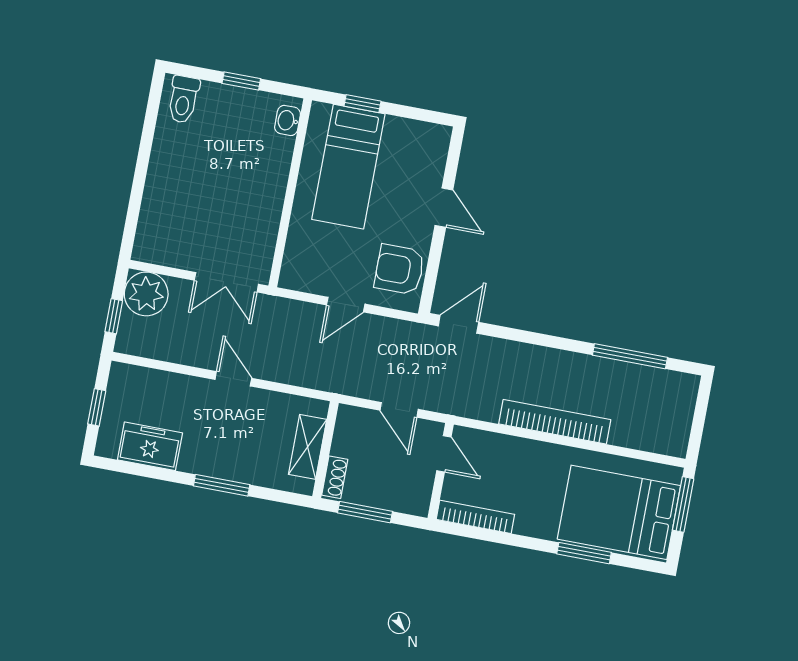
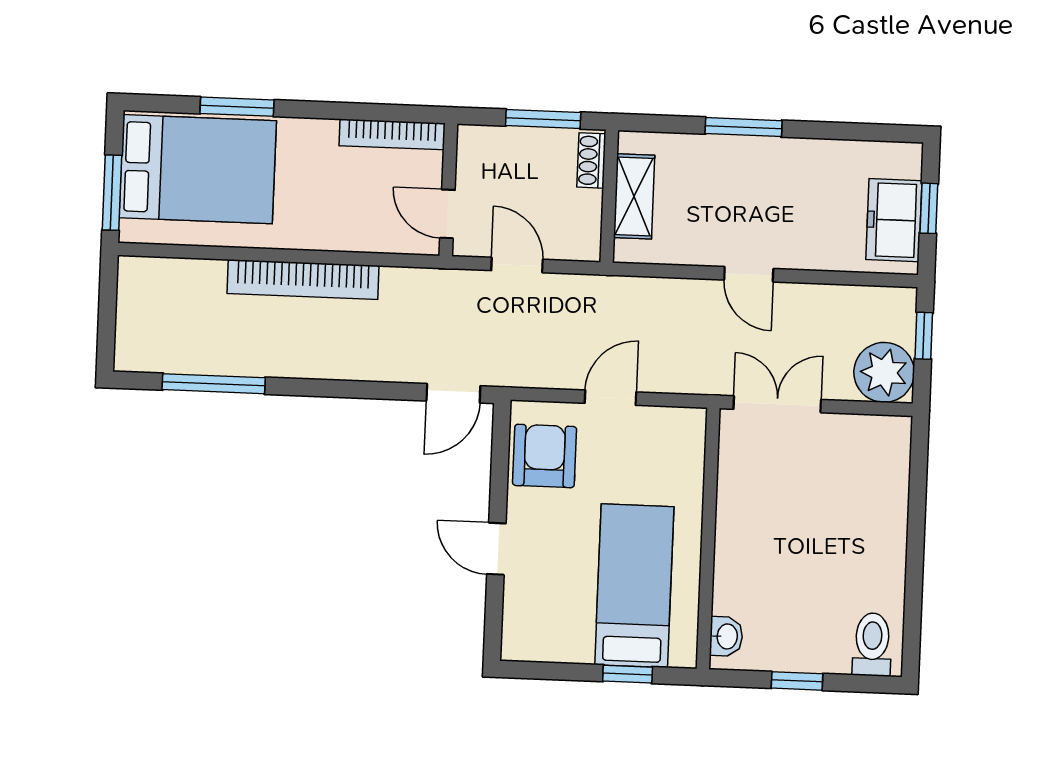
armchair: (399, 269) -> (545, 456), turned -90
freezer: (150, 446) -> (894, 220), moved, turned 90

